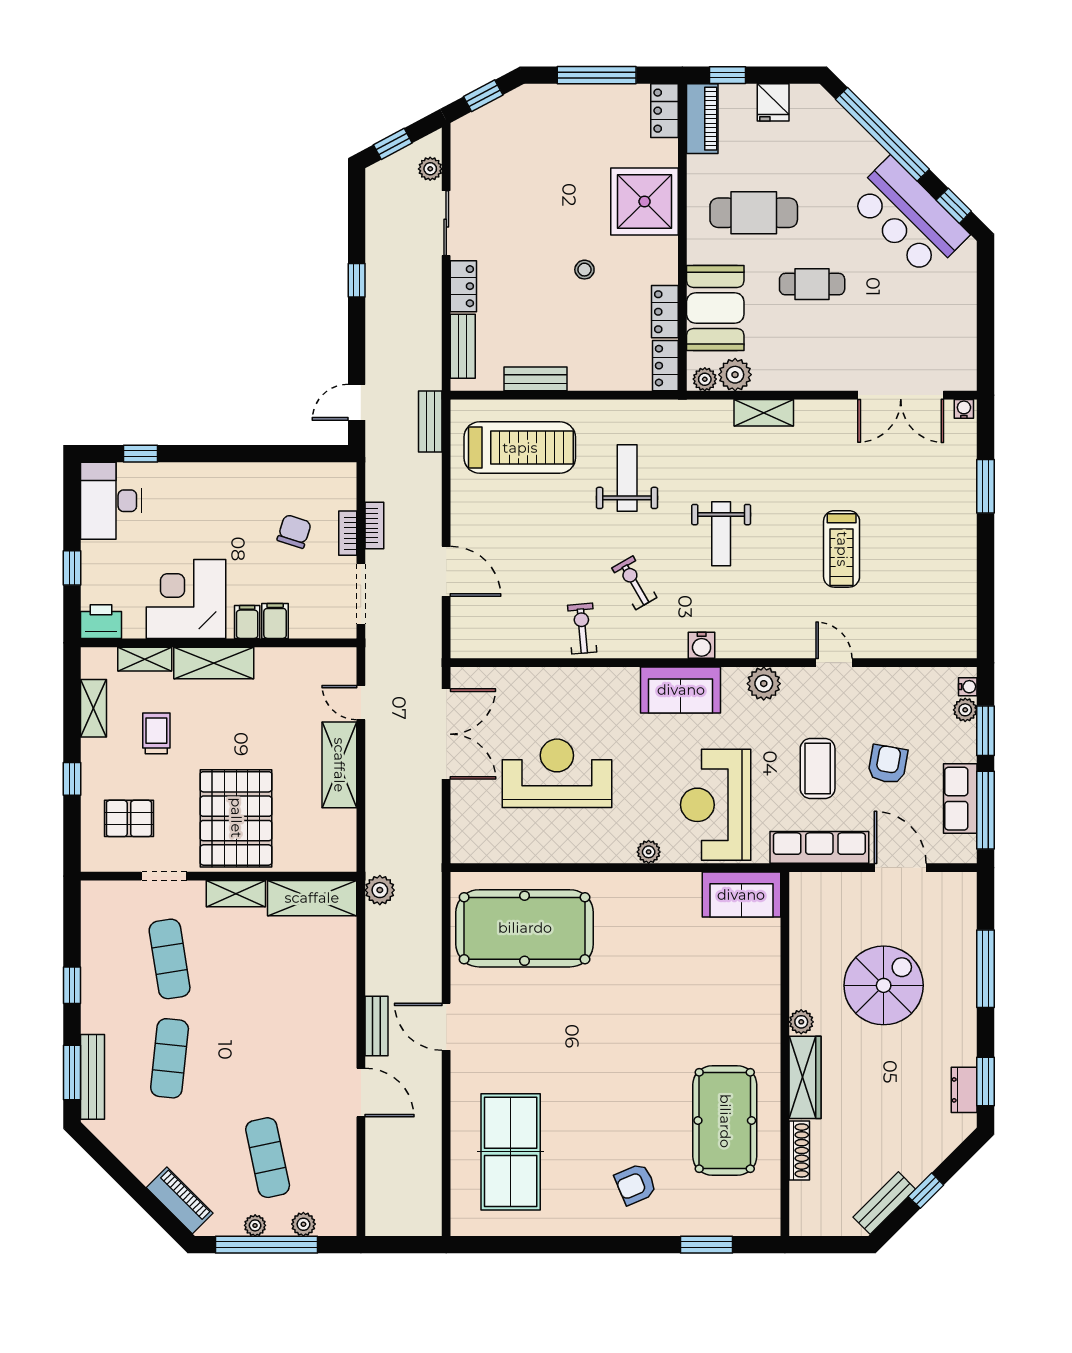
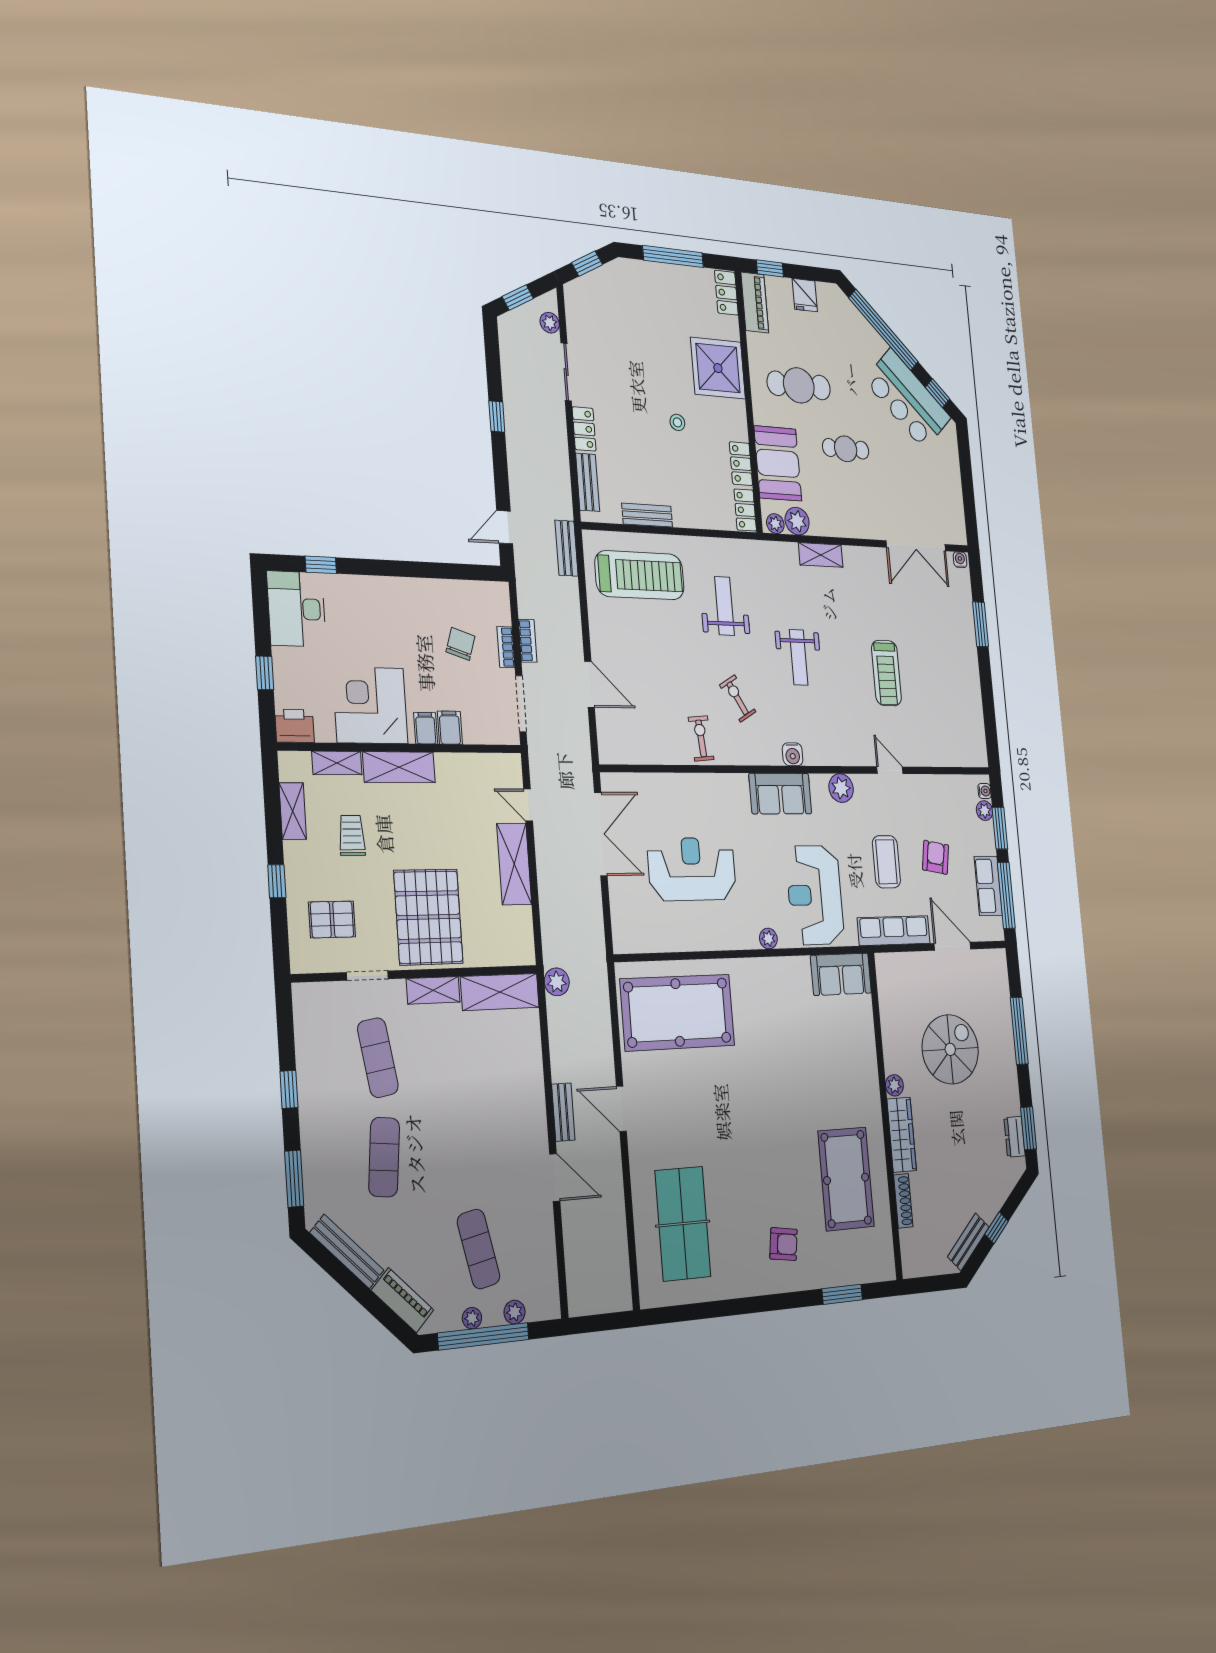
bench: (92, 1077) -> (347, 1251), moved, turned -45
armchair: (636, 1184) -> (784, 1244), turned -149

